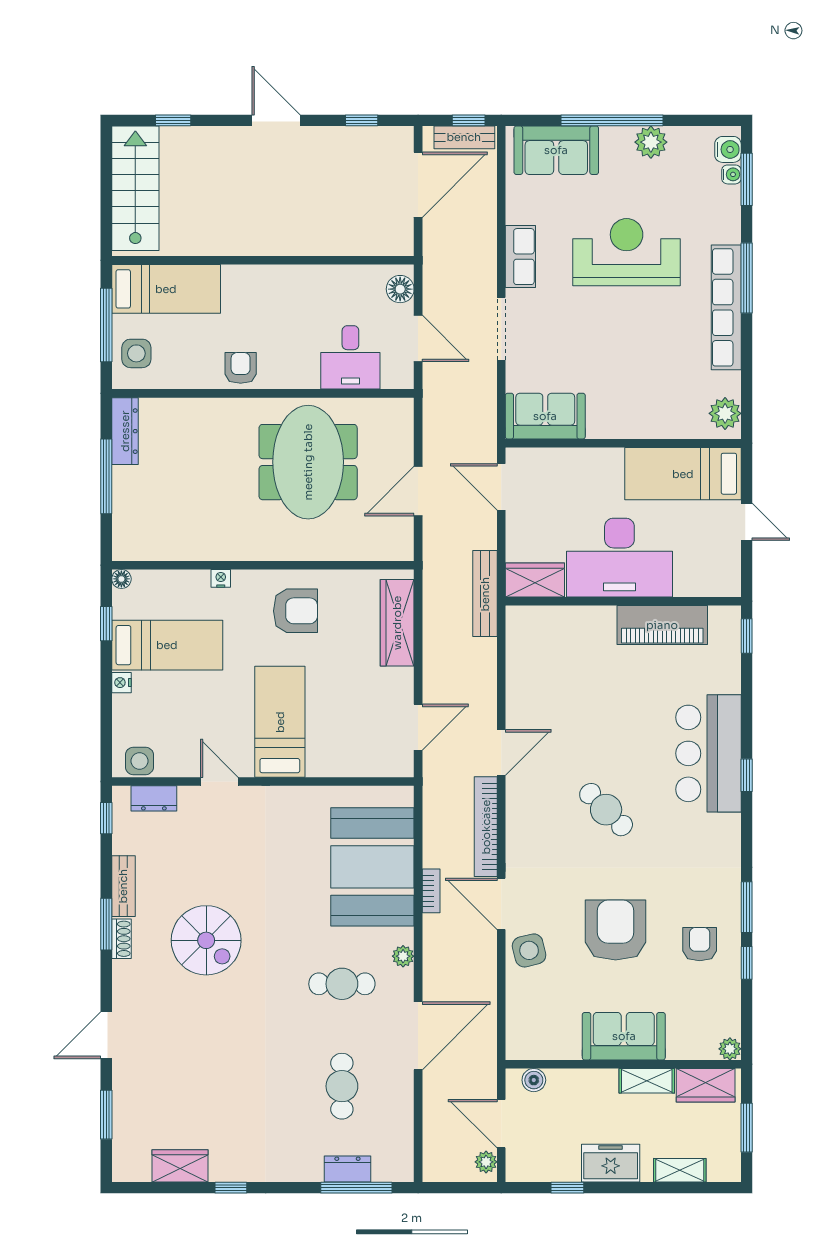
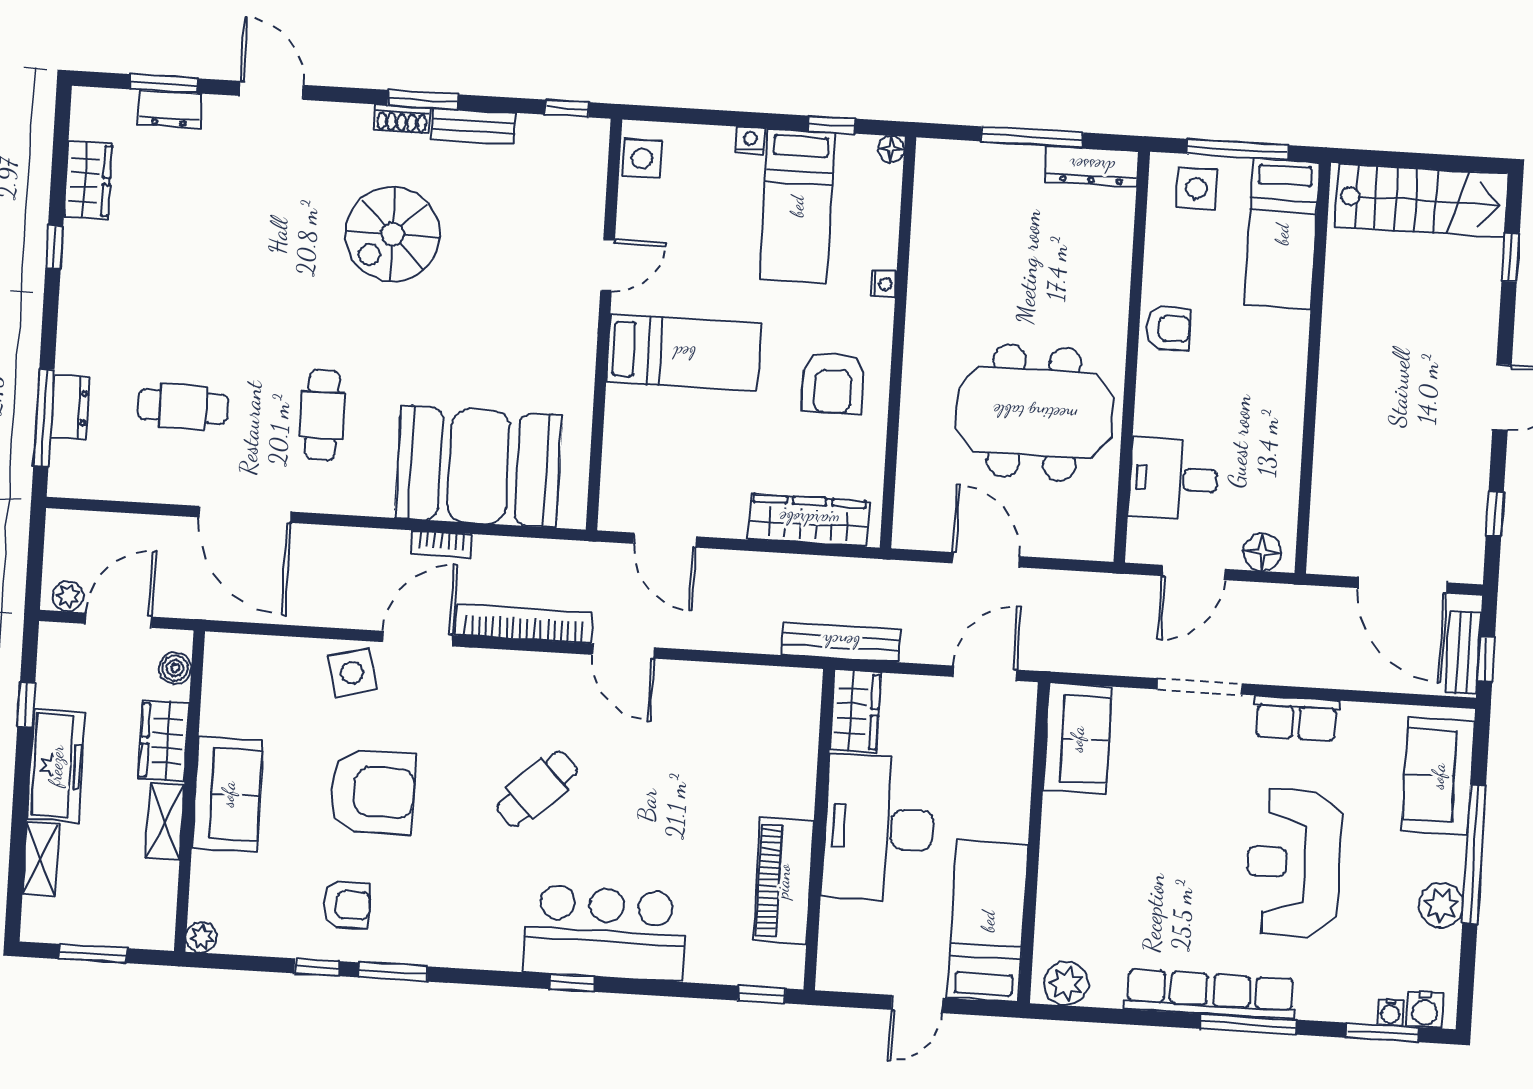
reception desk: (627, 252) -> (1293, 863), turned 180
dresser: (154, 798) -> (170, 109), moved, turned -90
plant: (403, 956) -> (355, 501), removed
wardrobe: (706, 1085) -> (164, 741), moved
freezer: (611, 1163) -> (56, 766), width x1.40

